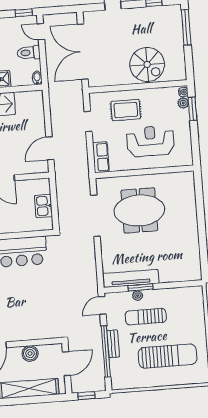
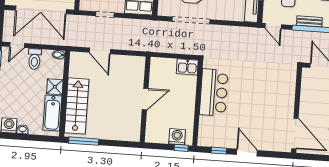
door: (50, 148) -> (100, 51), moved
kitchen sink: (43, 206) -> (187, 67), moved
boiler: (30, 354) -> (307, 98), removed

